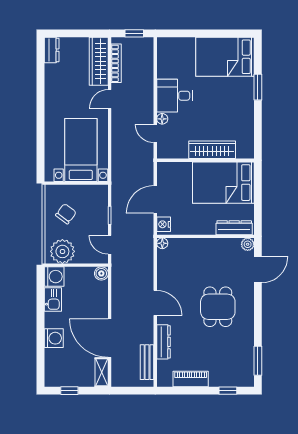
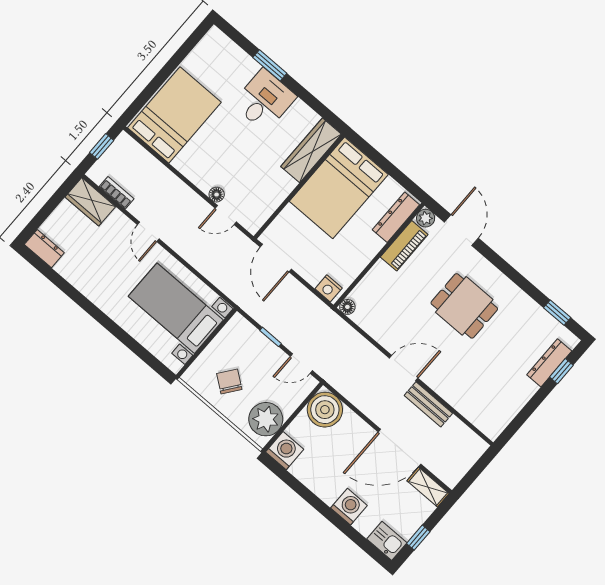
bed: (225, 57) -> (174, 115), moved, turned 180
wardrobe: (99, 61) -> (90, 202), width x0.67
bookcase: (116, 63) -> (117, 193), width x0.64
desk: (175, 96) -> (264, 100), moved, turned 180
wardrobe: (212, 150) -> (311, 150), moved
door: (155, 199) -> (276, 258), moved
boiler: (101, 273) -> (325, 410), width x1.86, depth x1.86
kitchen sink: (53, 299) -> (387, 541), moved
dresser: (164, 342) -> (549, 363), moved, turned -90
window: (258, 361) -> (557, 313), width x0.67
bench: (147, 362) -> (428, 404), moved
piano: (191, 379) -> (404, 246), moved, turned 180

